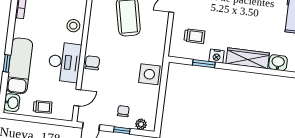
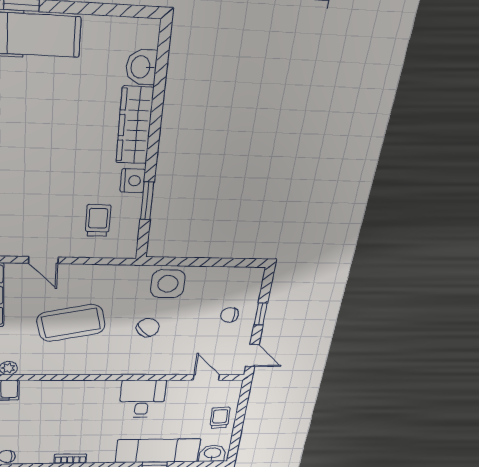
stool: (73, 26) -> (92, 394), removed
desk: (65, 62) -> (142, 399), width x0.73
chair: (92, 63) -> (148, 328), moved, turned 138
plant: (141, 124) -> (252, 288), removed

